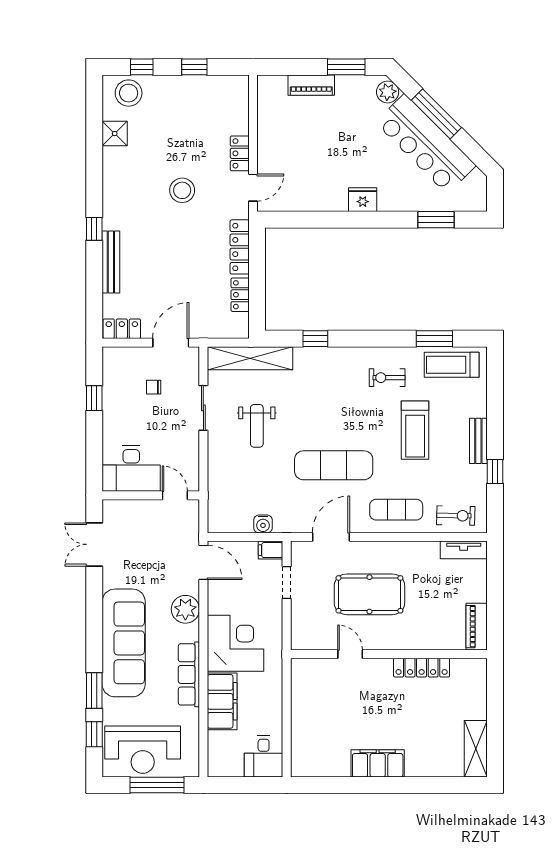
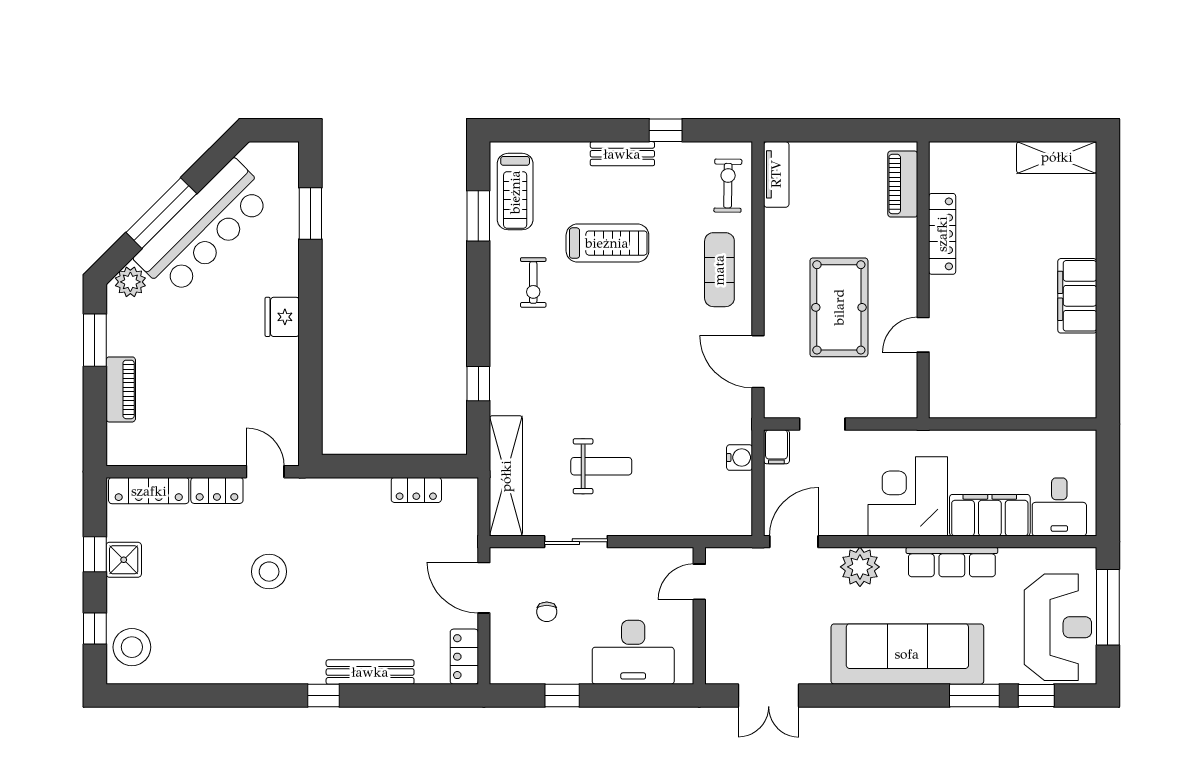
shower: (115, 134) -> (124, 560), moved
locker: (240, 247) -> (149, 491), moved
exercise mat: (334, 465) -> (657, 358), removed
desk: (131, 469) -> (633, 652), moved, turned 90
piano: (477, 627) -> (903, 184), moved, turned 90
desk: (264, 756) -> (1059, 507), moved, turned 90

